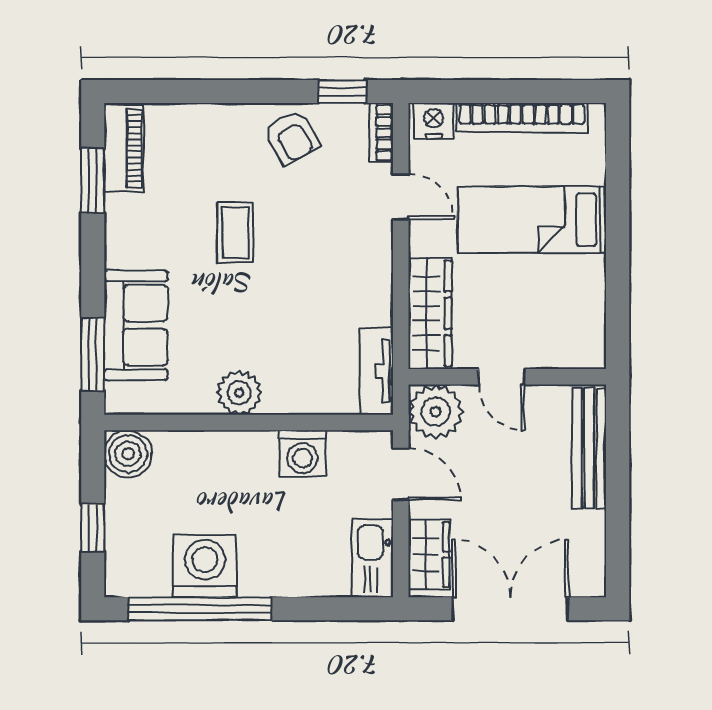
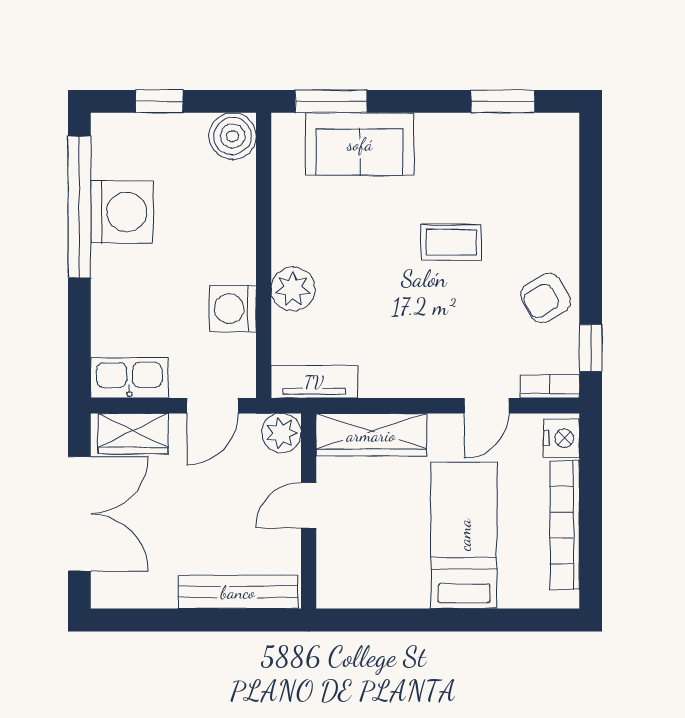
piano: (124, 148) -> (535, 132), removed
plant: (239, 393) -> (293, 289), moved
plant: (436, 412) -> (281, 433), width x0.73, depth x0.73

